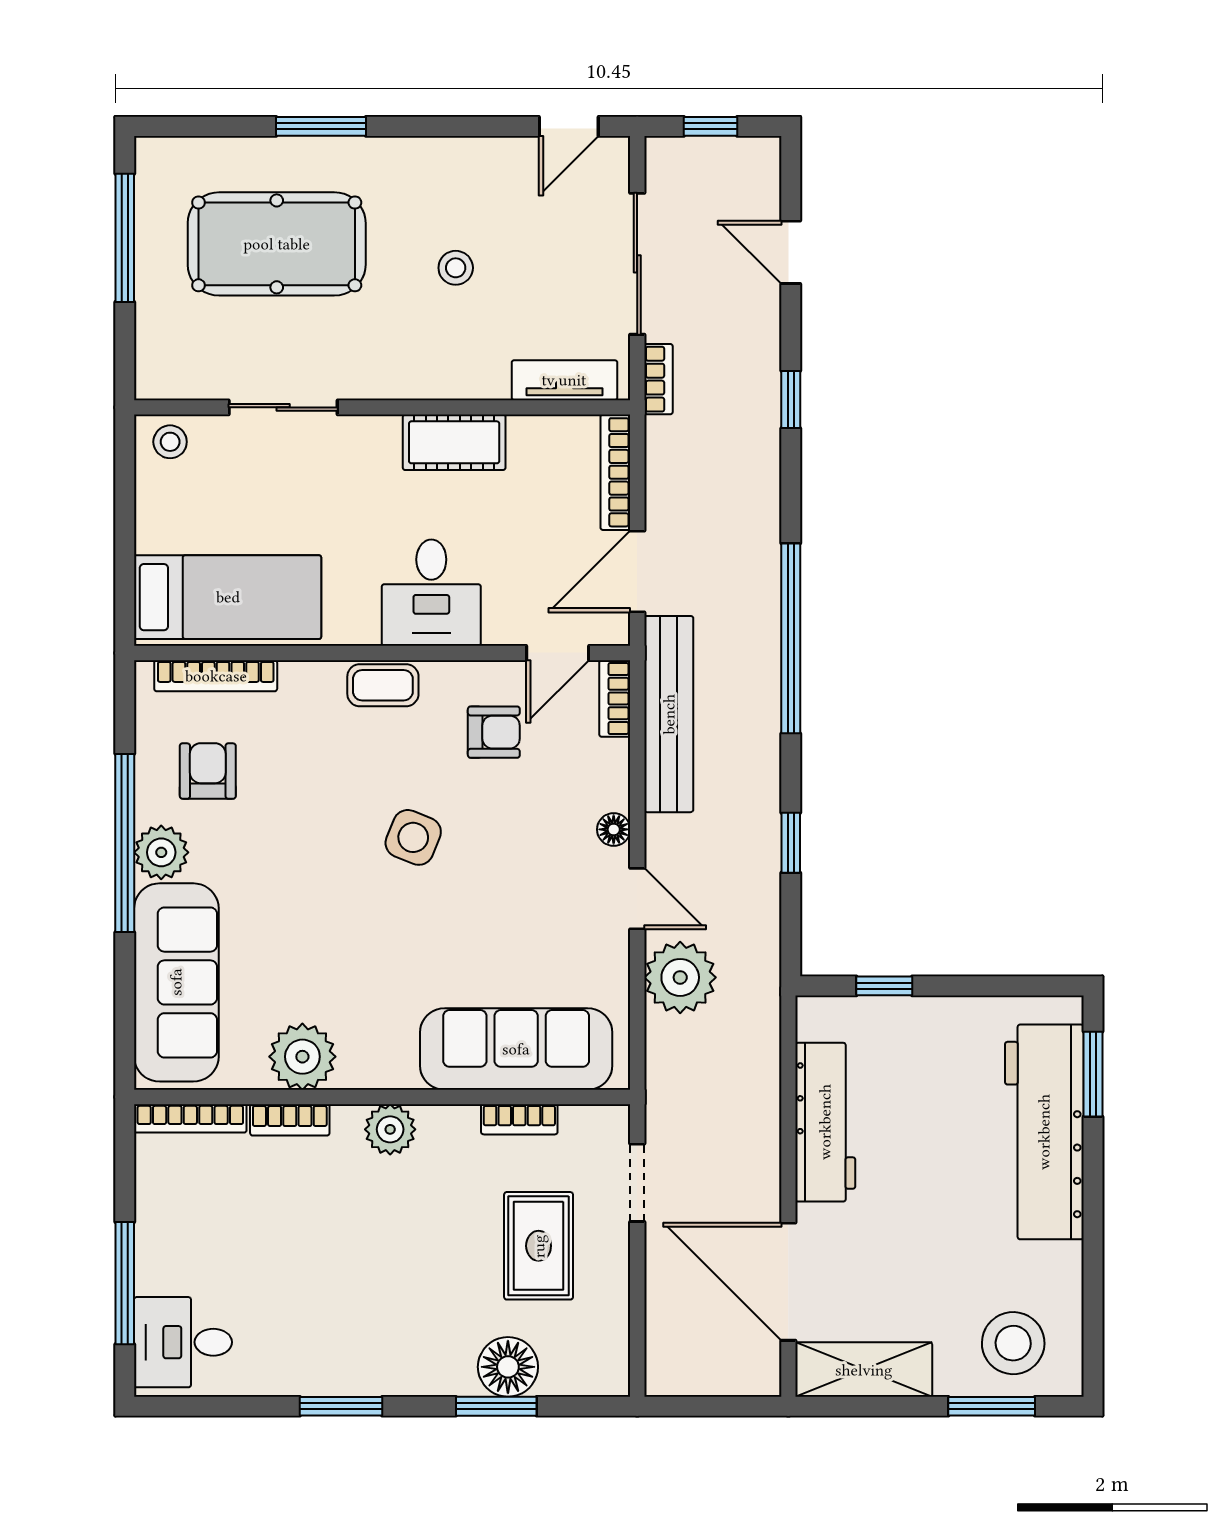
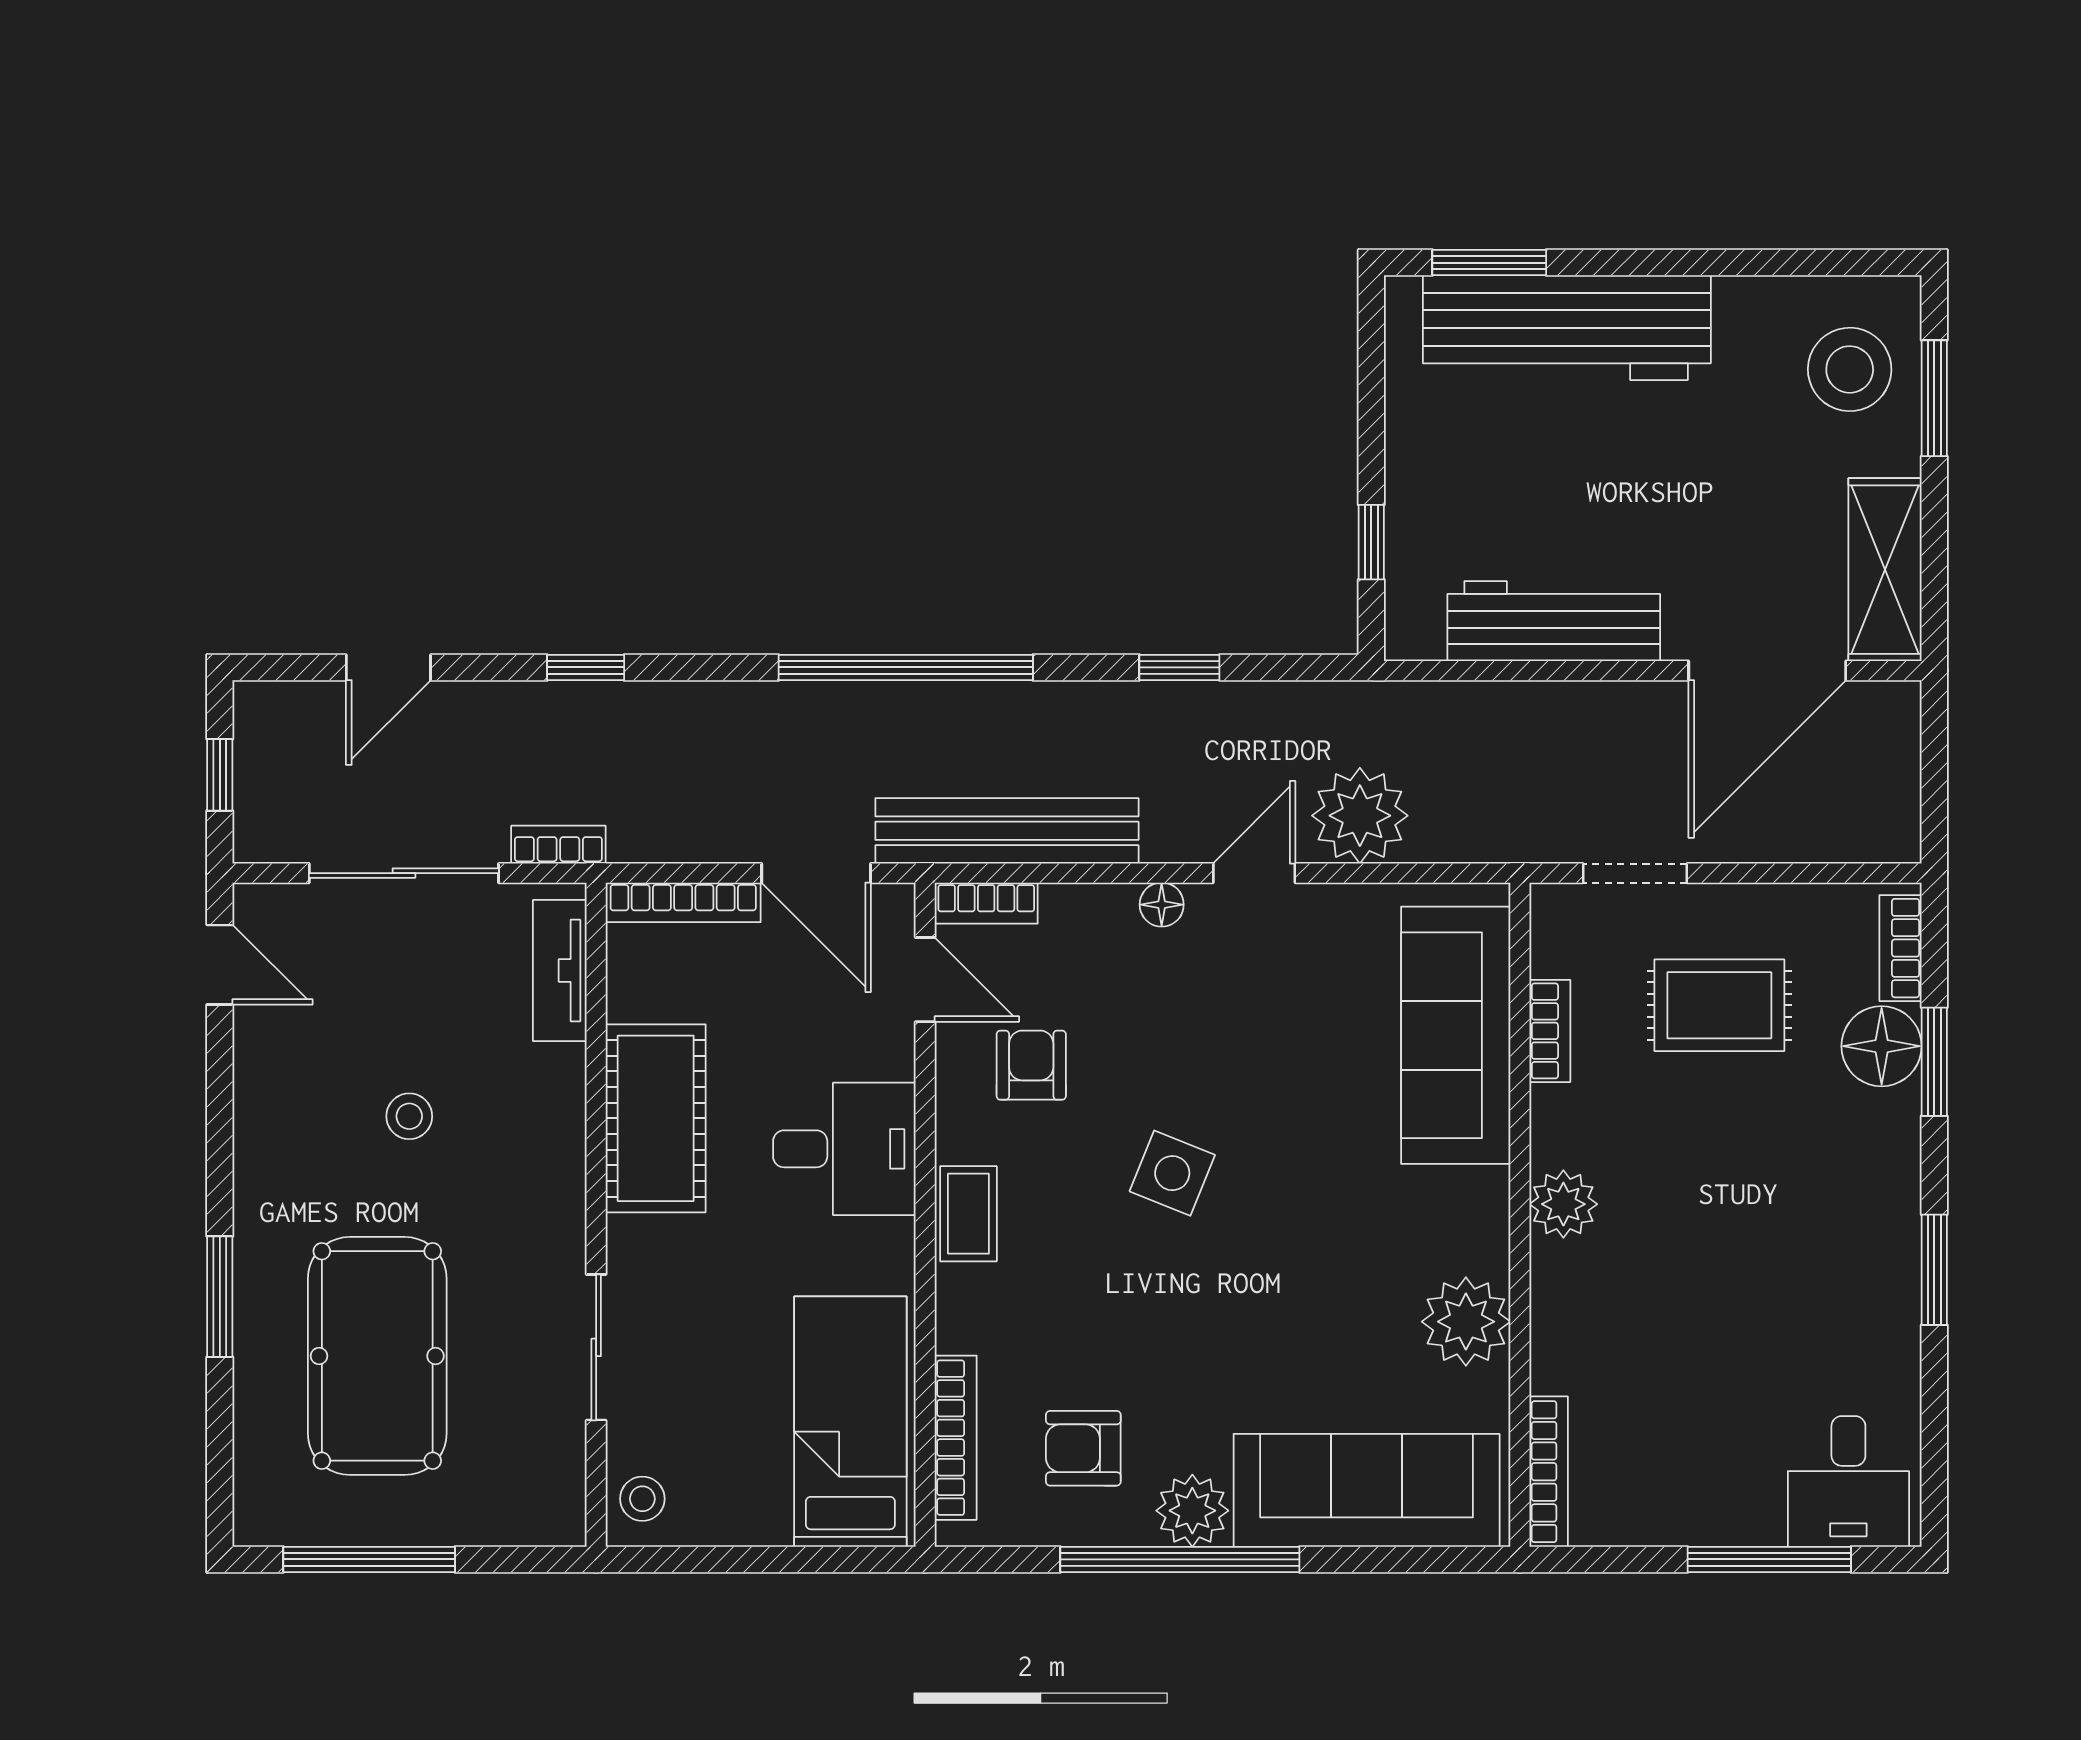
cot: (454, 442) -> (656, 1118), width x1.37, depth x1.34
bookcase: (290, 1120) -> (1900, 948), moved, turned 180

